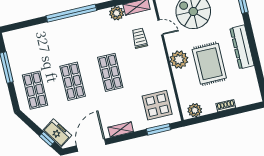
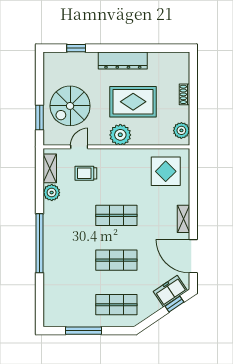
window: (158, 129) -> (193, 176), removed

